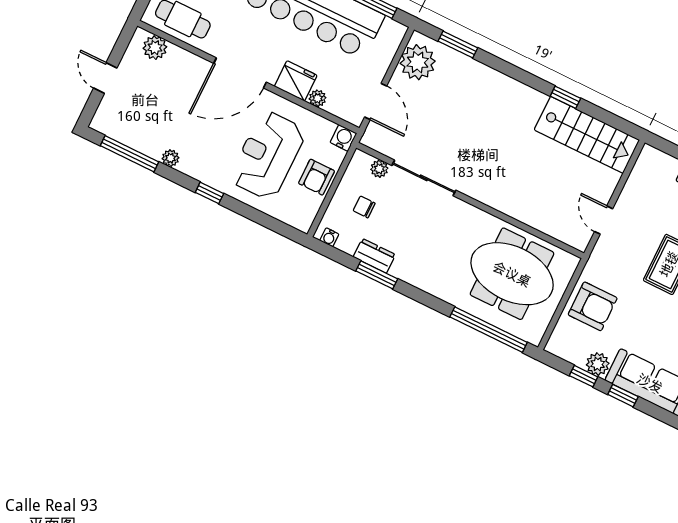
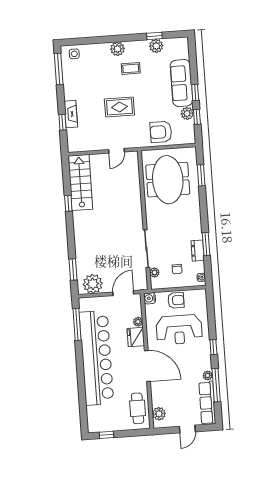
row of seats: (128, 133) -> (207, 403), added
window: (129, 154) -> (216, 385), moved
armchair: (593, 306) -> (161, 132), turned -90
window: (489, 330) -> (201, 175), width x0.47

